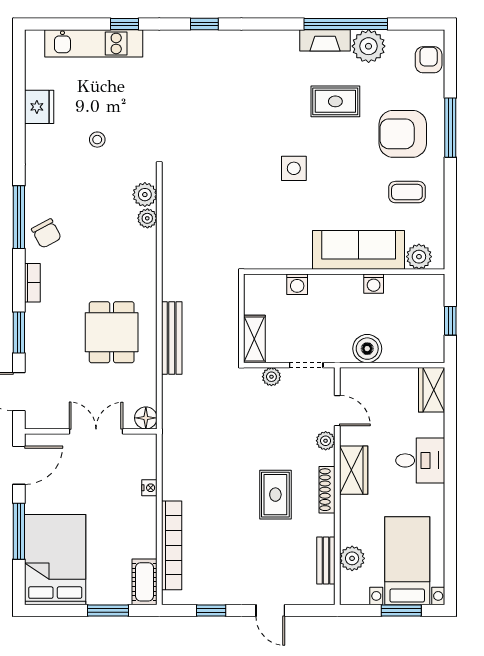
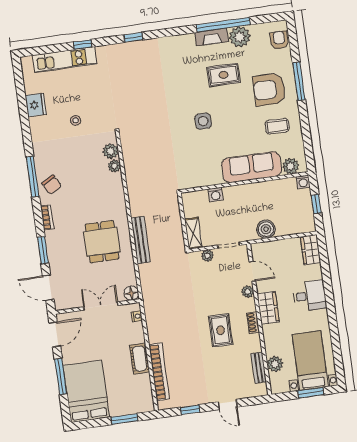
washing machine: (374, 284) -> (303, 182), moved
nightstand: (149, 488) -> (137, 316), moved
shoe rack: (327, 490) -> (253, 323), width x0.70
cot: (144, 582) -> (140, 359), moved

